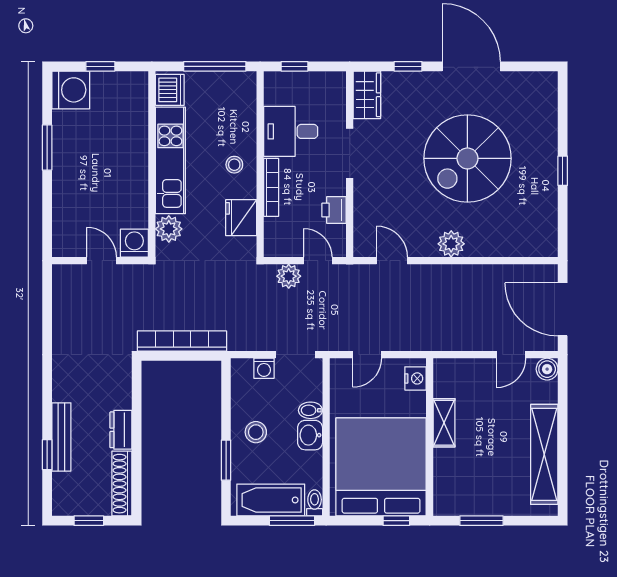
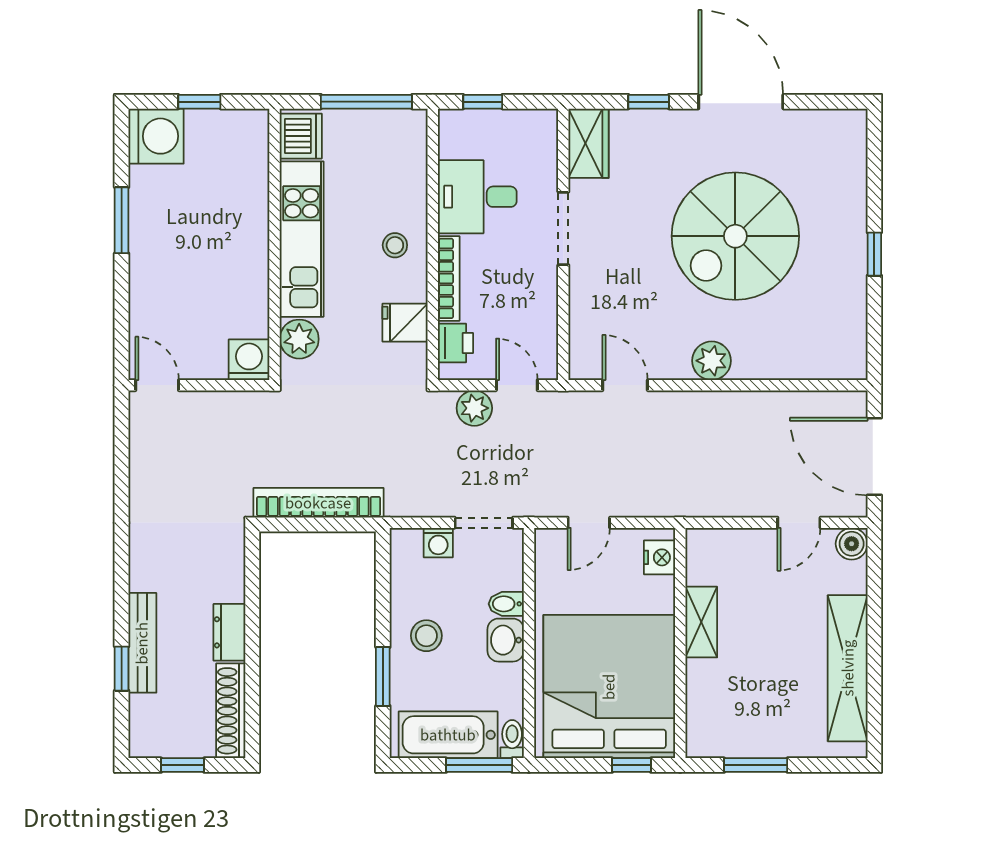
printer: (334, 210) -> (456, 343), moved, turned 180
fridge: (241, 218) -> (405, 323), width x0.72
door: (102, 261) -> (157, 385), moved

